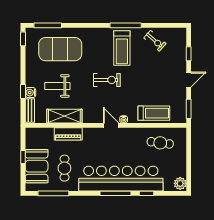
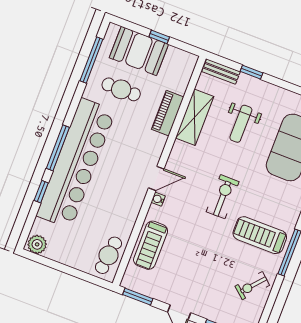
exercise bike: (107, 80) -> (223, 197), turned 180
weight bench: (57, 86) -> (241, 124), turned 180
water cooler: (30, 93) -> (246, 82), removed
cafe table: (160, 143) -> (109, 255), moved

